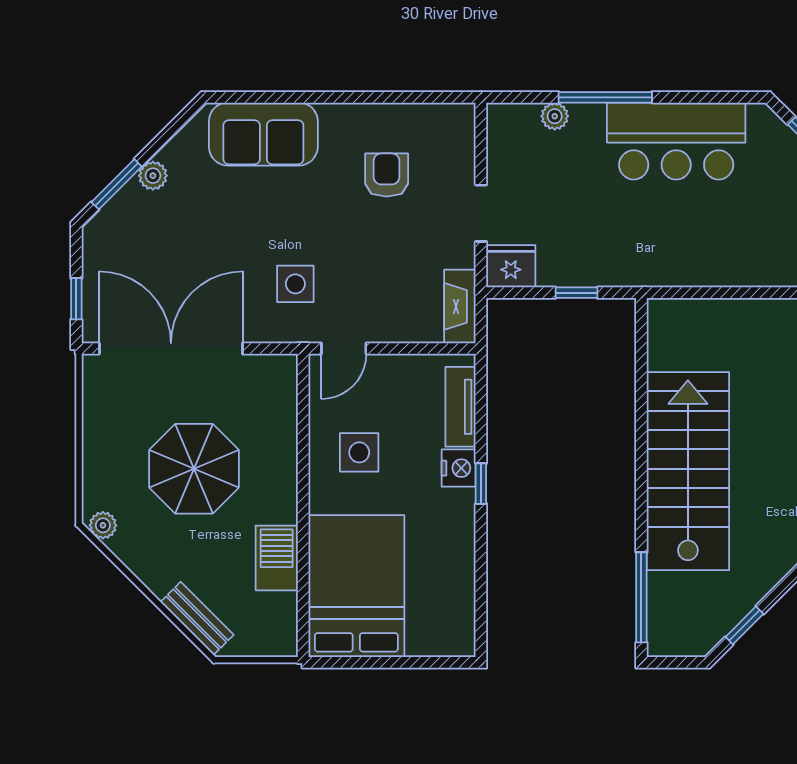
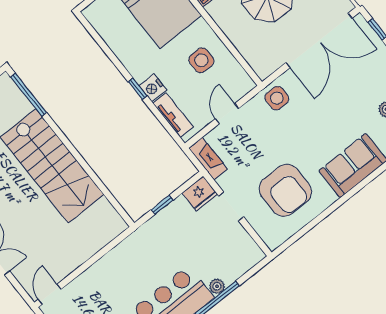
plant: (555, 116) -> (217, 286), moved
armchair: (387, 175) -> (285, 190), width x1.88, depth x1.88
side table: (295, 284) -> (277, 98), moved
door: (344, 348) -> (227, 114), moved

